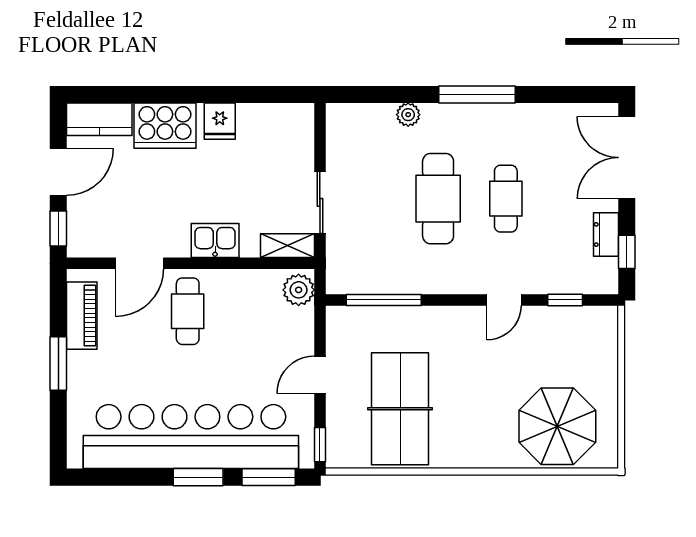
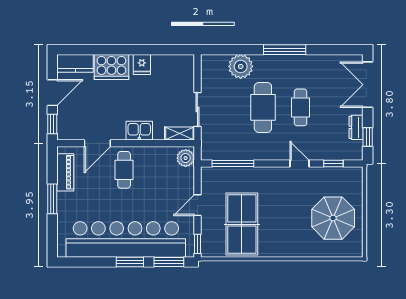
plant: (408, 115) -> (241, 66), width x1.88, depth x1.88
door: (504, 300) -> (299, 164), swing flipped
parasol: (557, 426) -> (333, 218), moved

